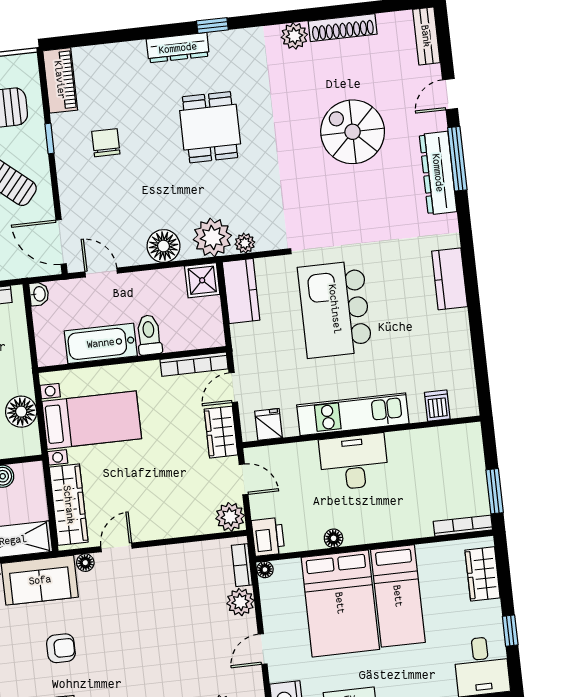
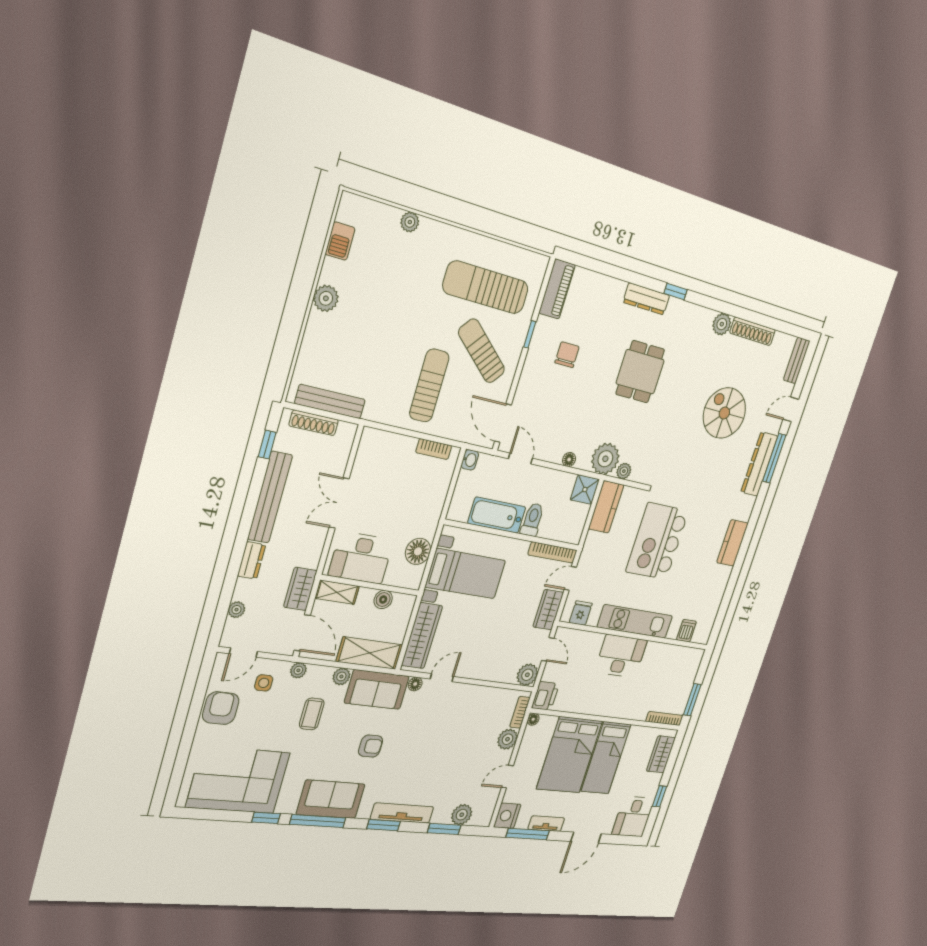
floor lamp: (164, 246) -> (569, 460), width x0.53, depth x0.53
floor lamp: (334, 538) -> (585, 708), removed

